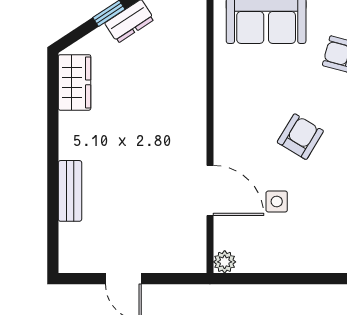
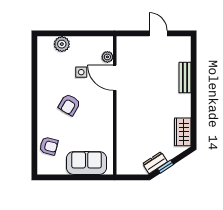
plant: (315, 257) -> (62, 44), added
plant: (225, 262) -> (107, 57), moved

